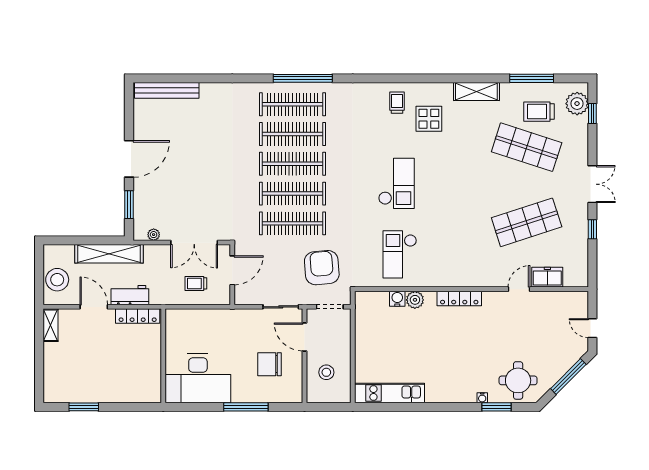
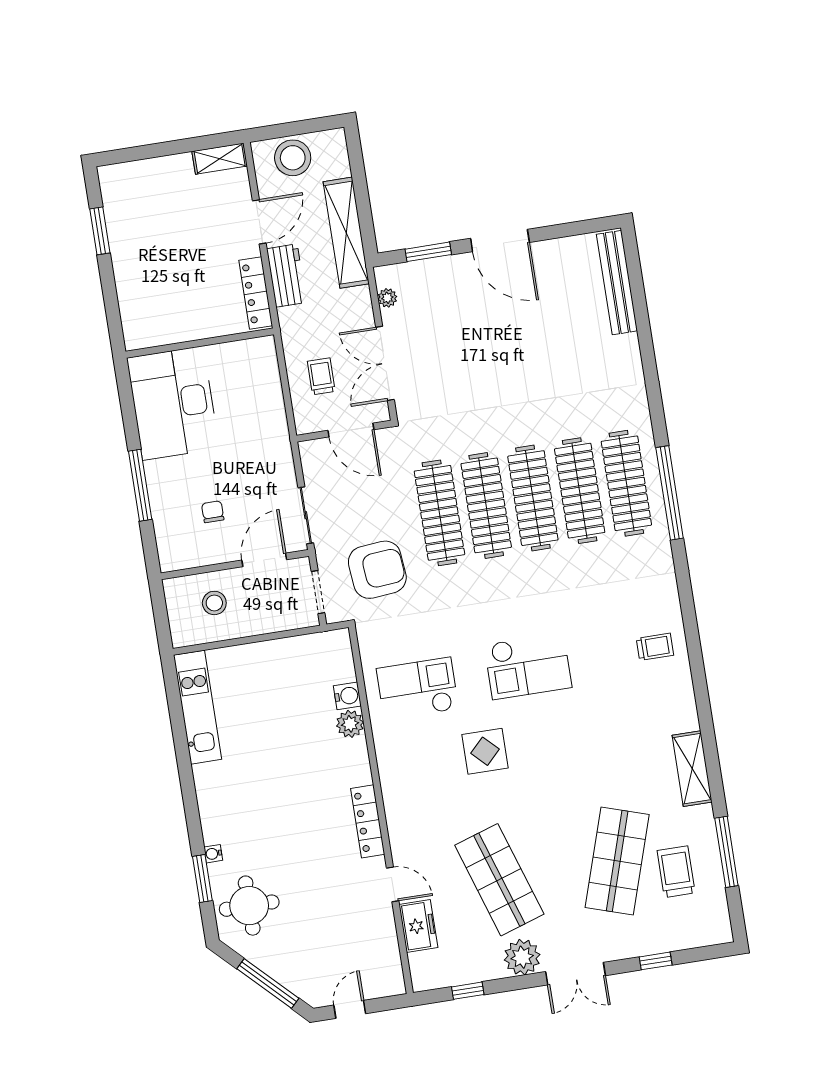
plant: (577, 104) -> (522, 957), moved
window: (592, 113) -> (656, 961), moved
display table: (429, 119) -> (485, 751), moved
window: (592, 229) -> (468, 991), moved
locker: (459, 298) -> (368, 821), moved
chair: (269, 364) -> (213, 512), width x0.54, depth x0.54

